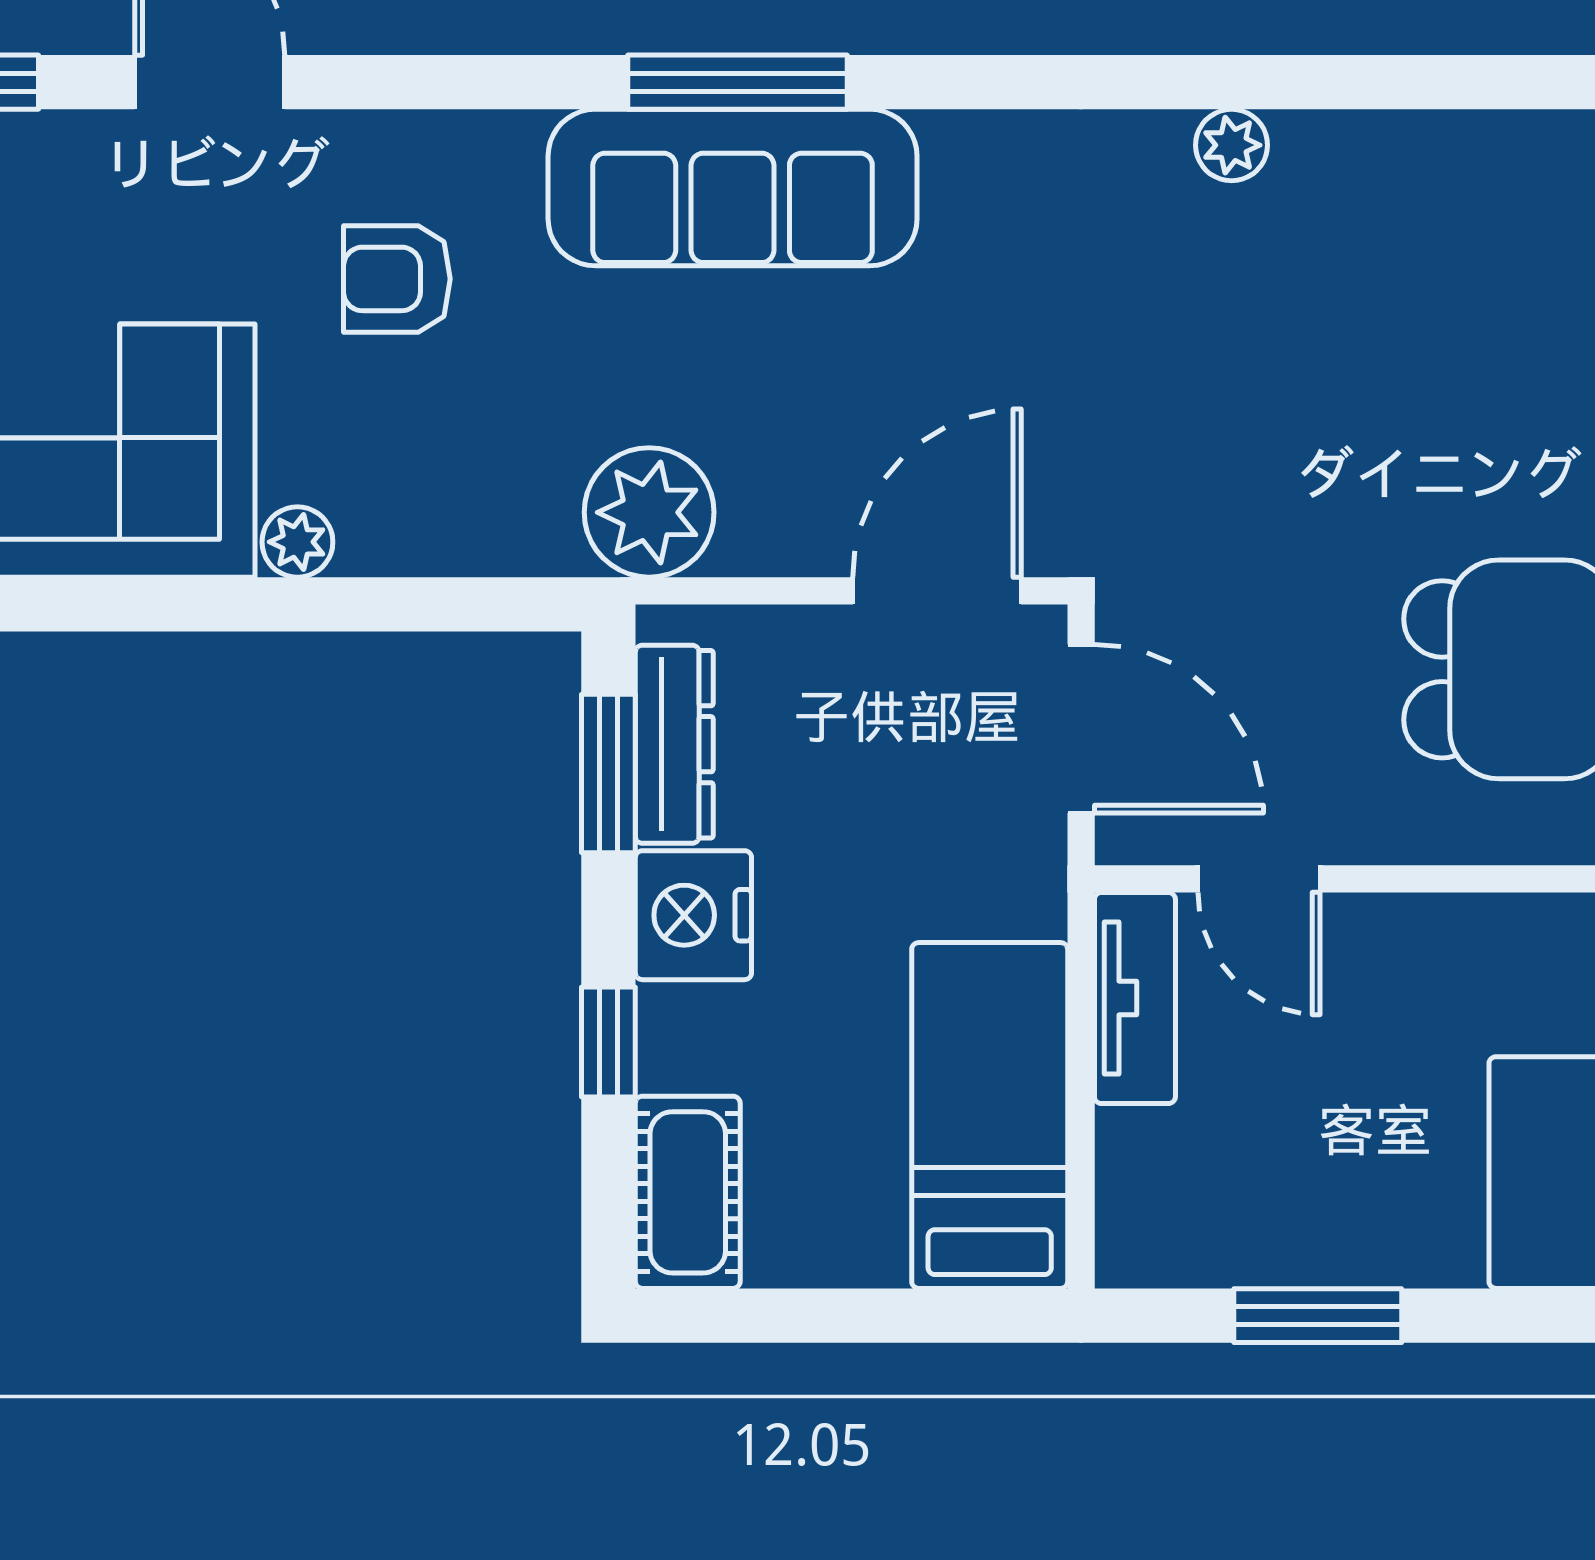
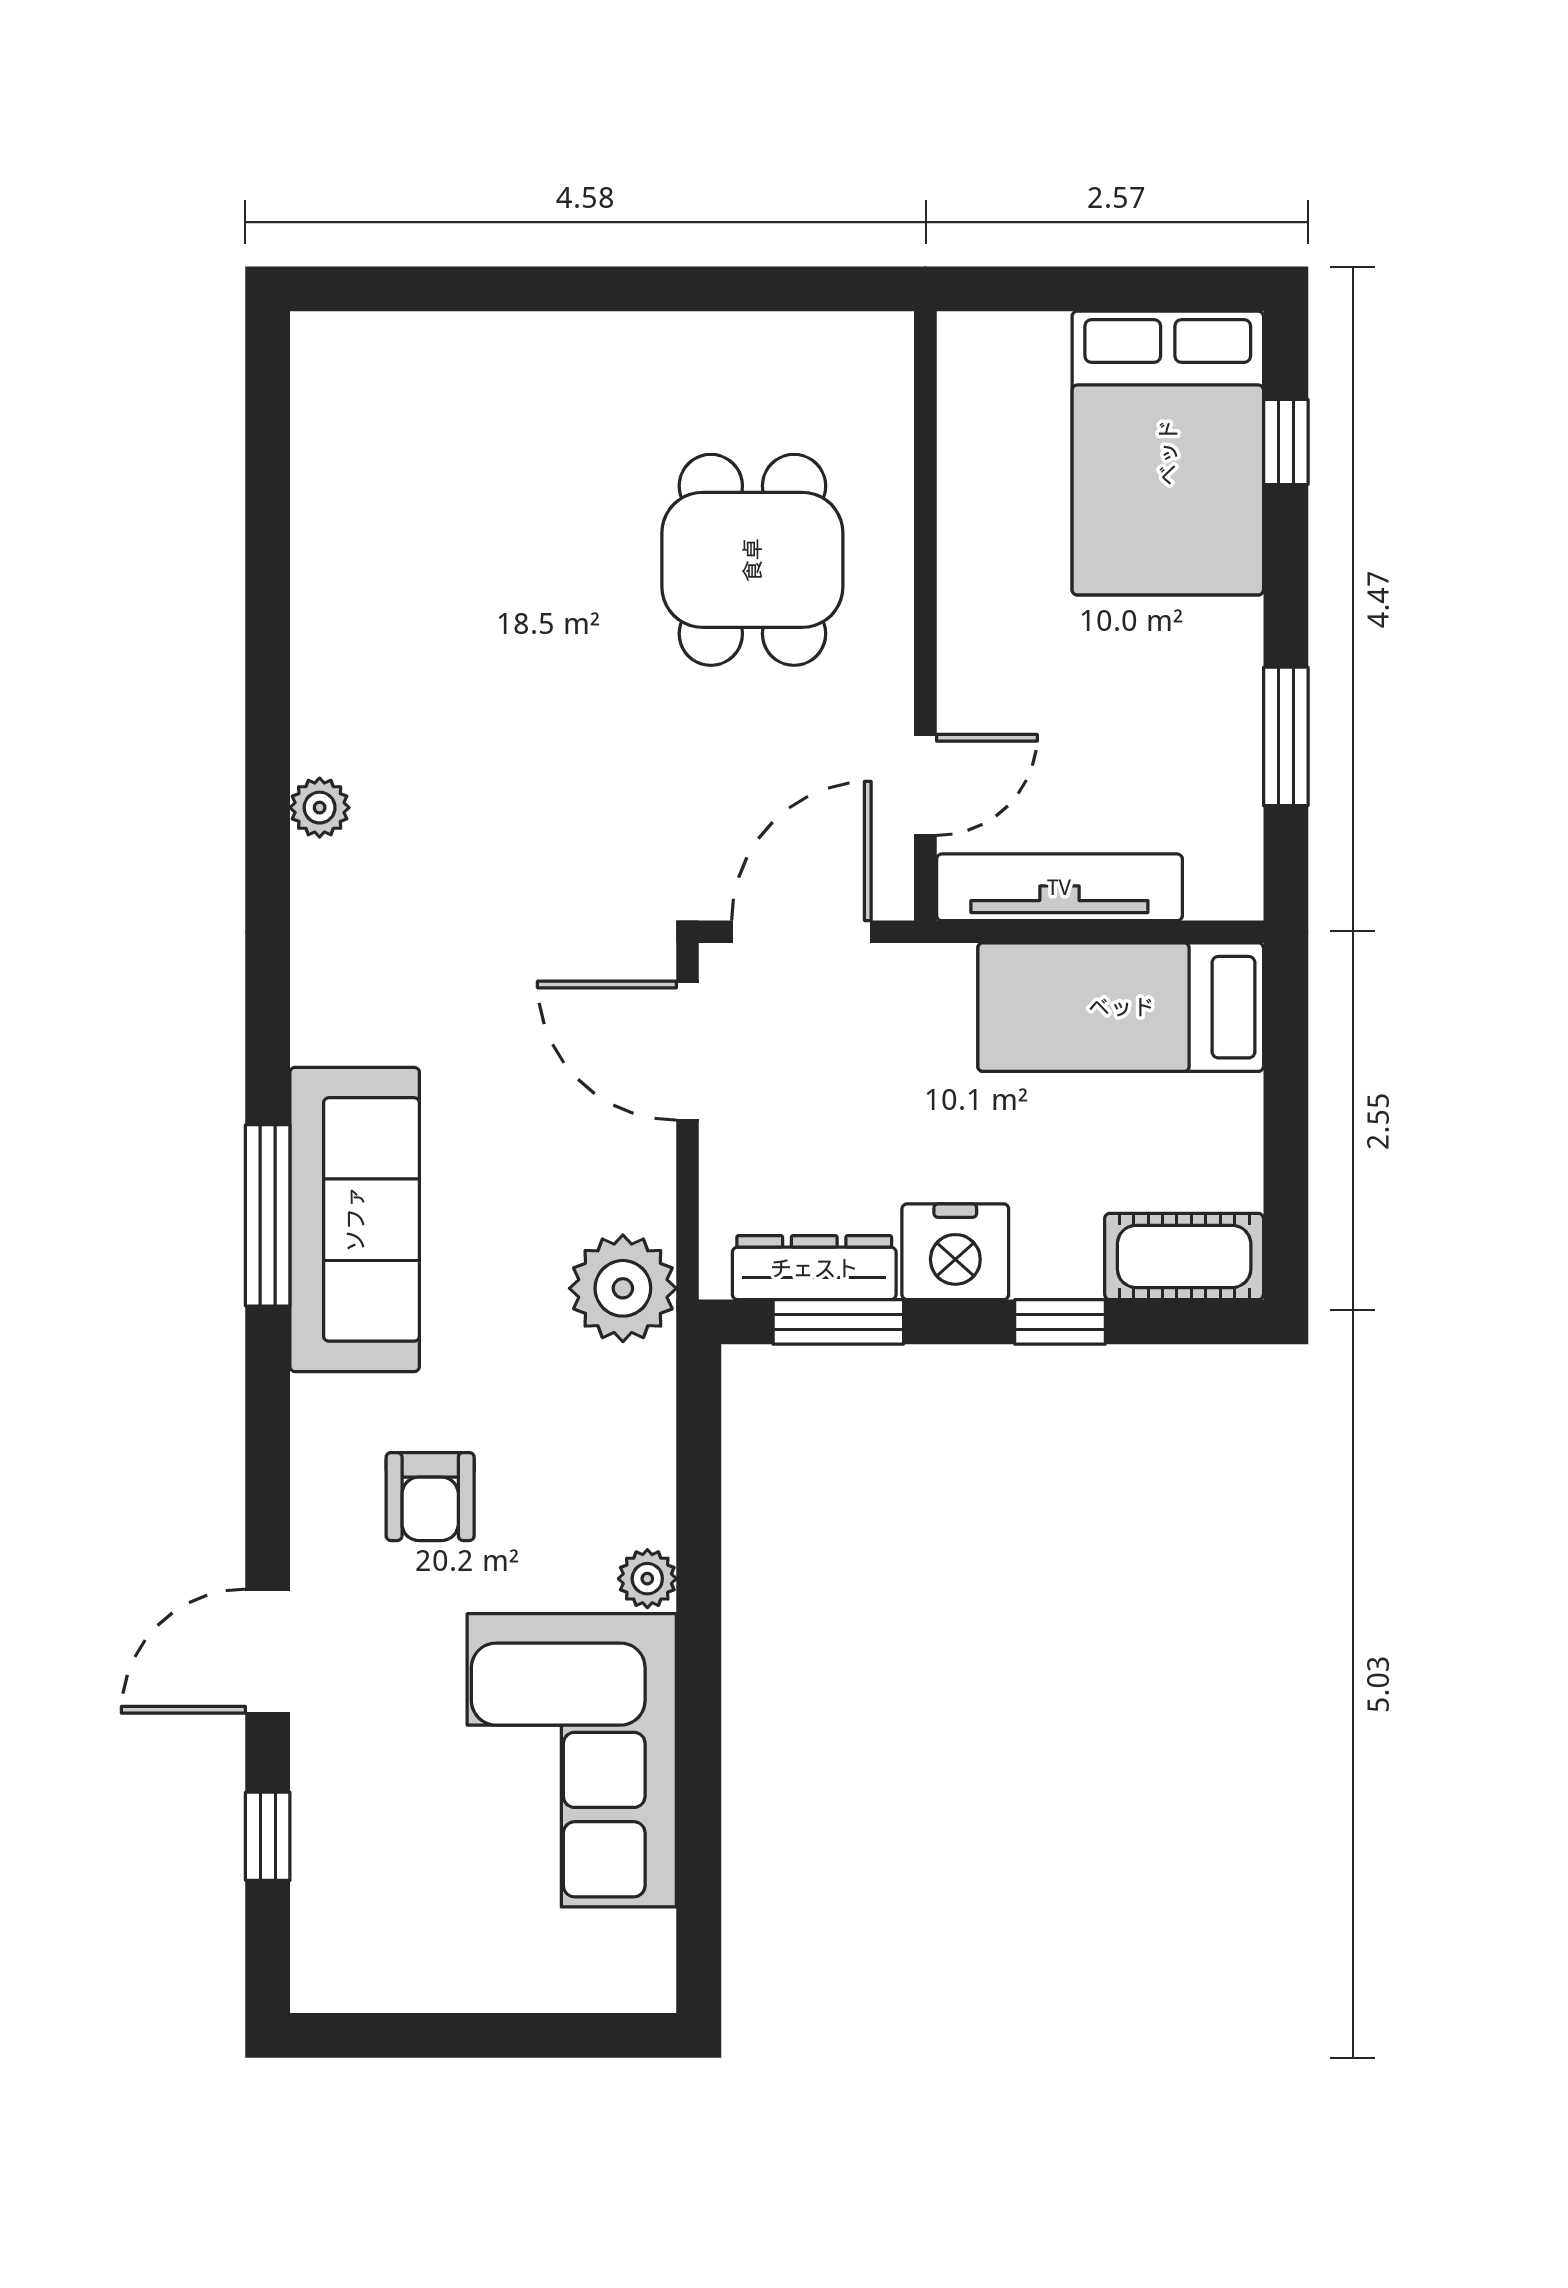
tv unit: (1135, 998) -> (1059, 887), width x1.41

